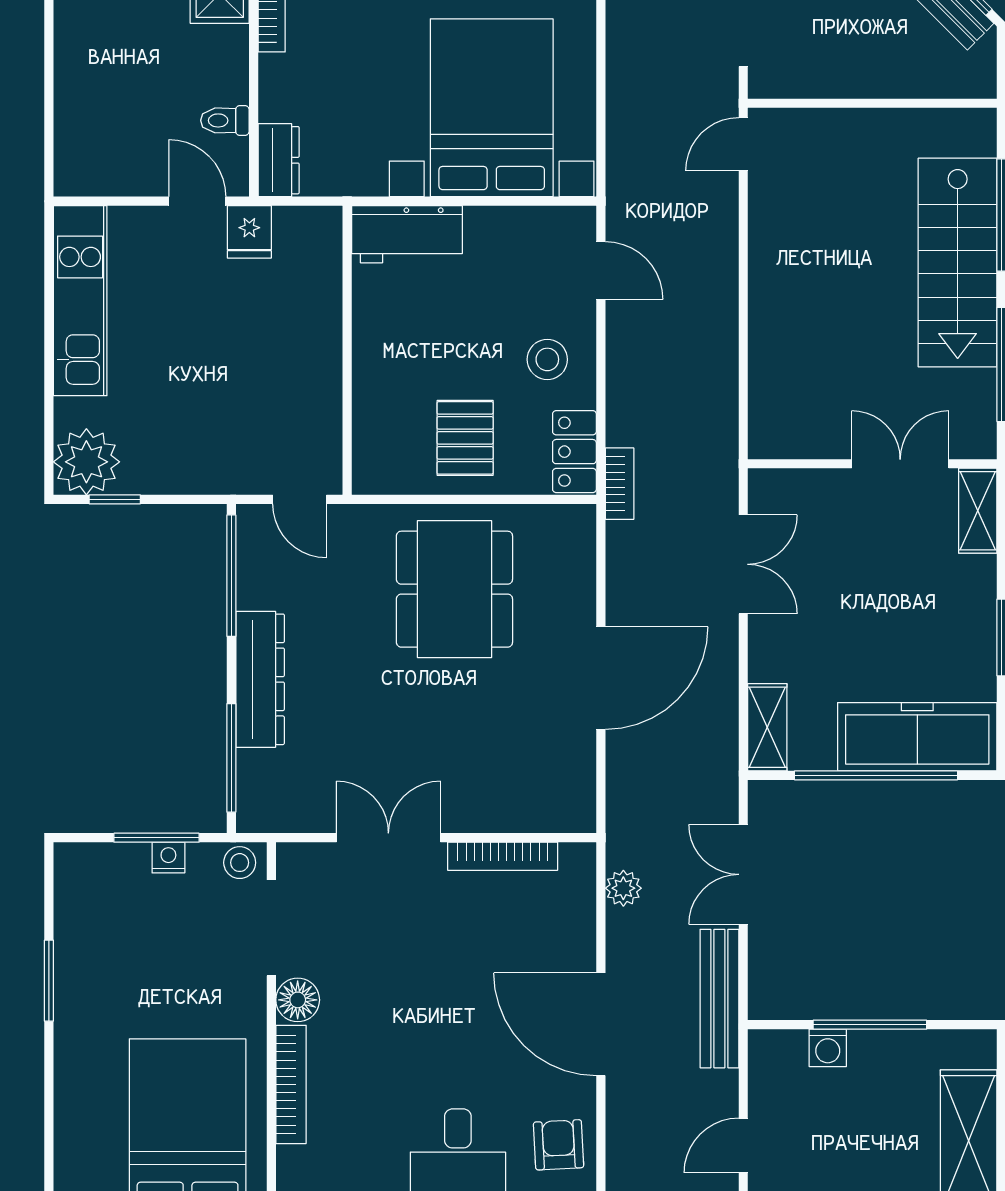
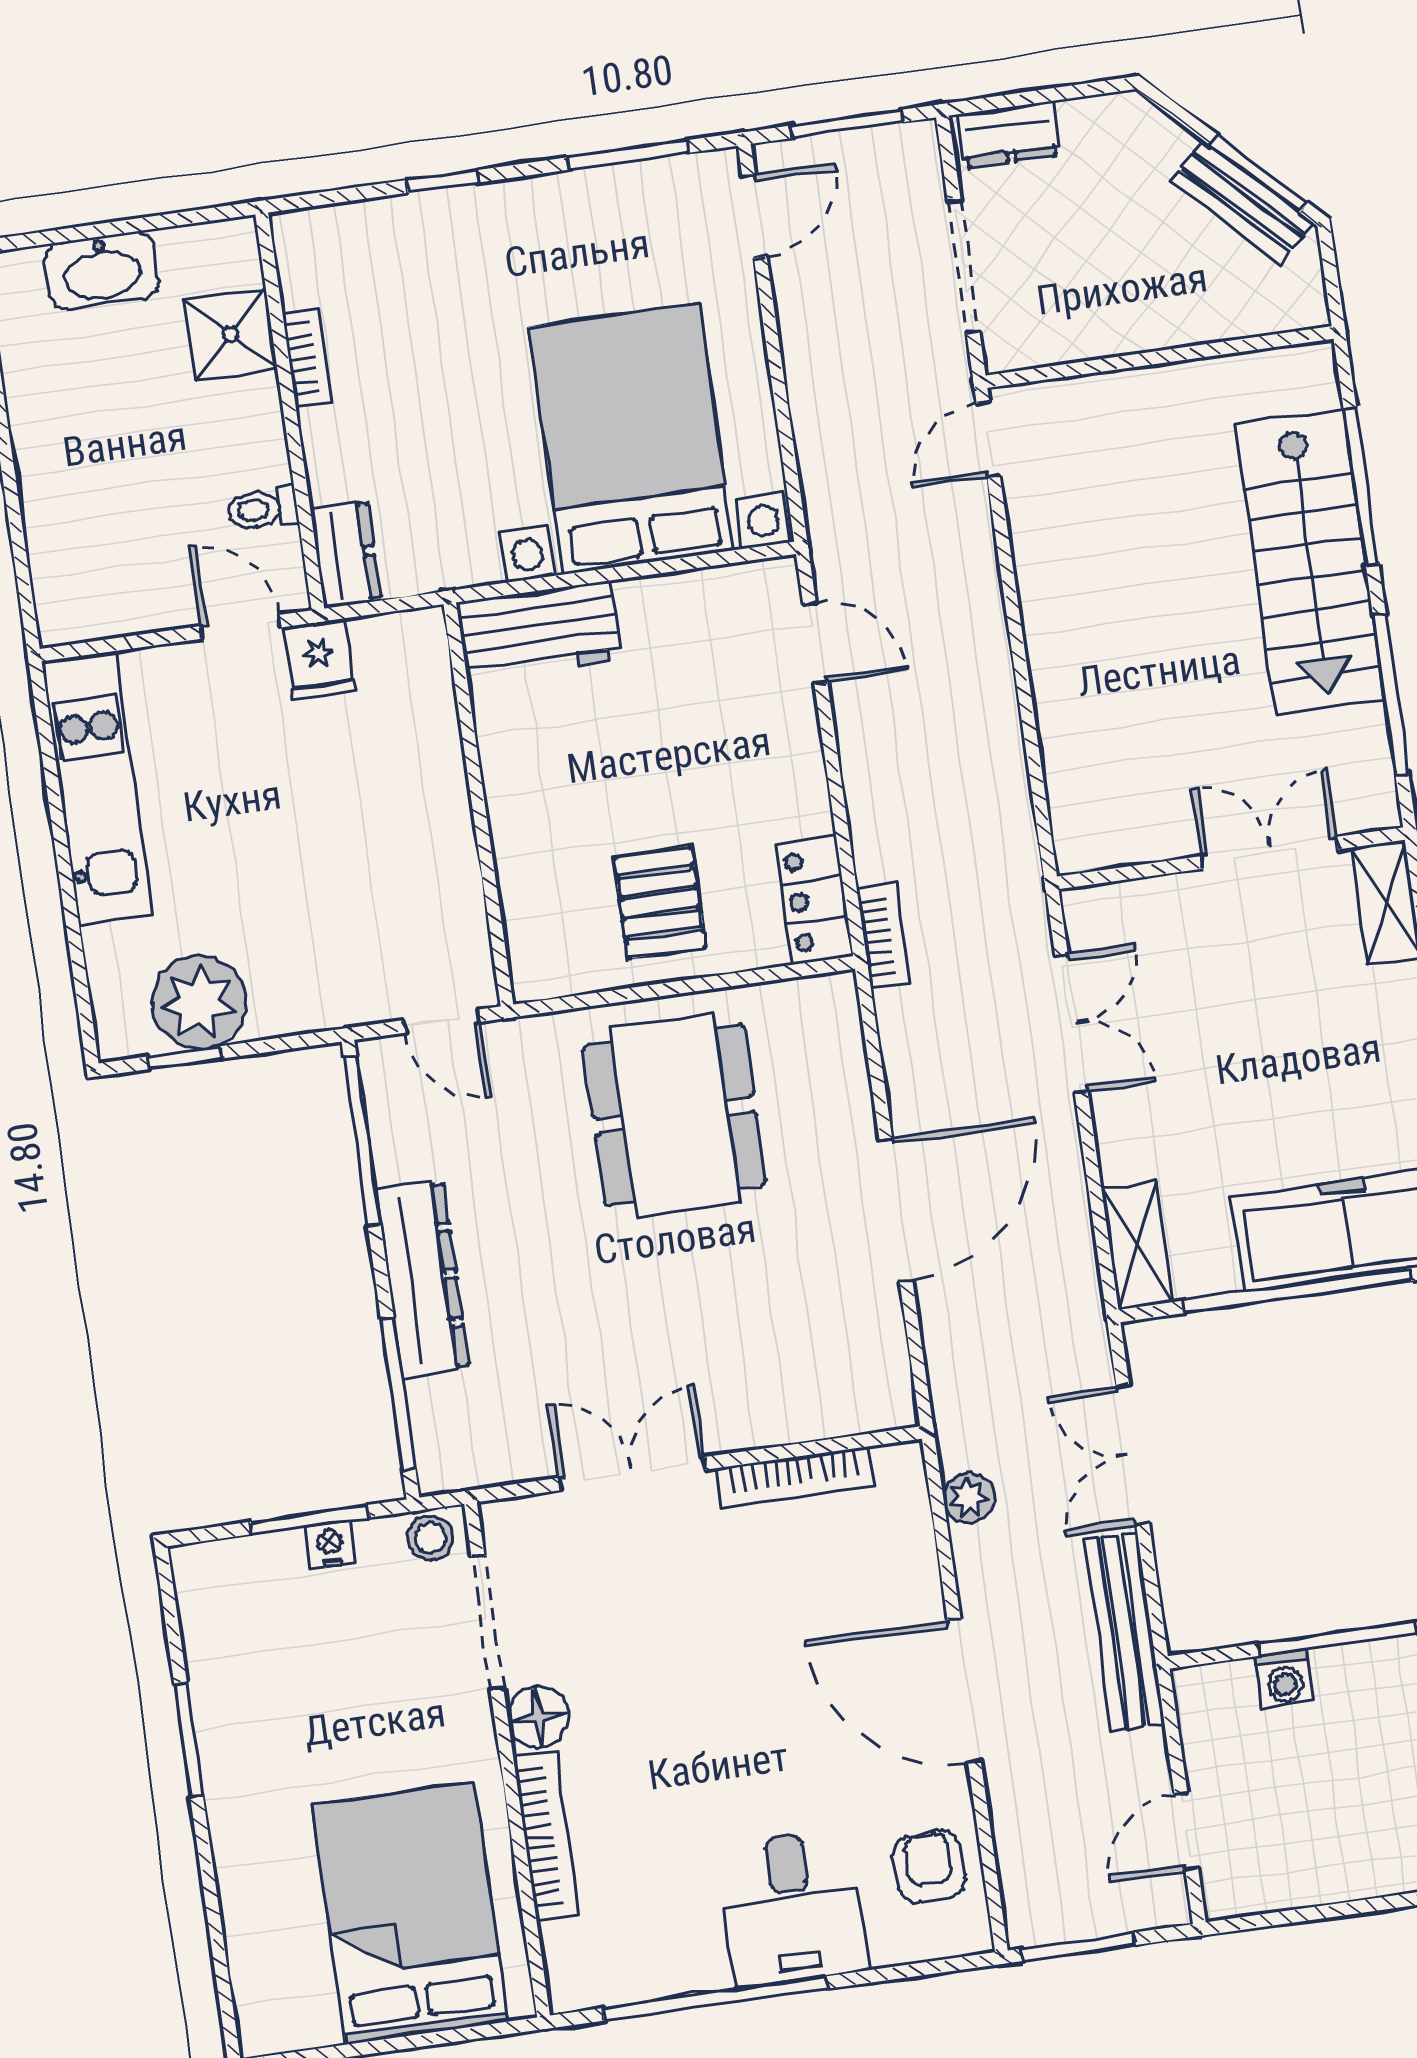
stool: (547, 359) -> (758, 777), removed
plant: (86, 462) -> (199, 1002), moved

